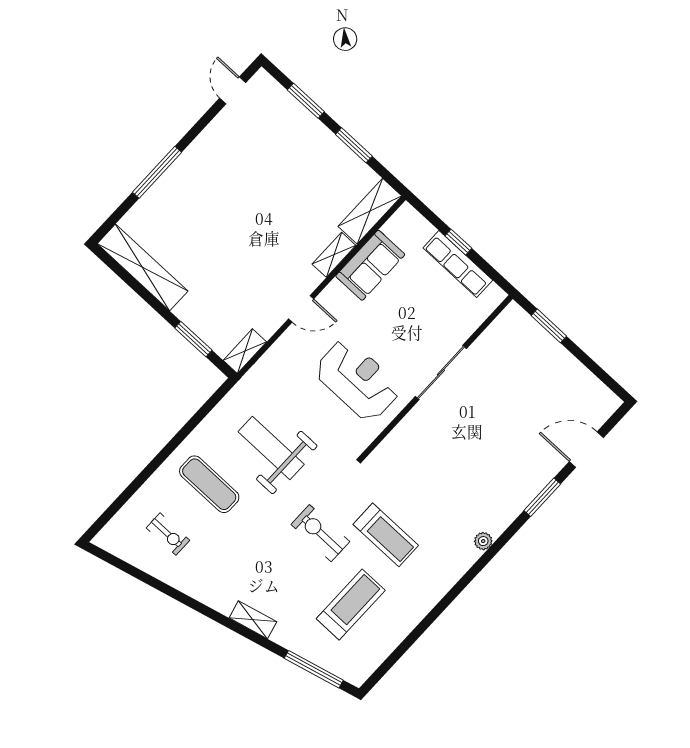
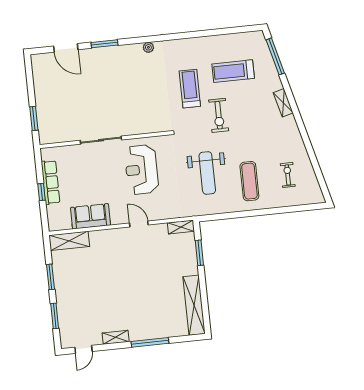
shelving: (334, 255) -> (116, 337), moved

